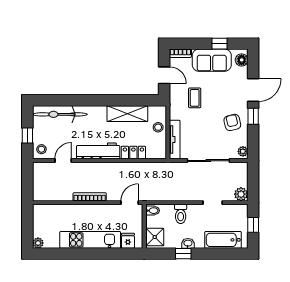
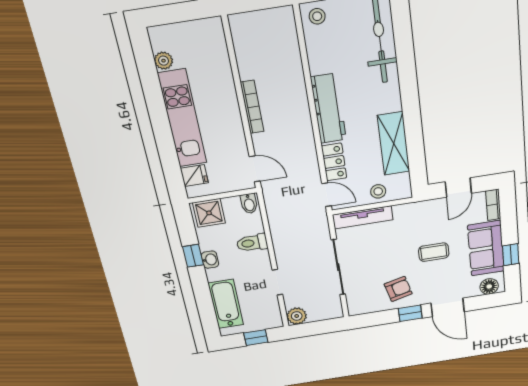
coffee table: (195, 98) -> (434, 252), moved
plant: (243, 151) -> (358, 308), removed
door: (63, 161) -> (327, 195), moved
plant: (38, 243) -> (163, 61), moved

